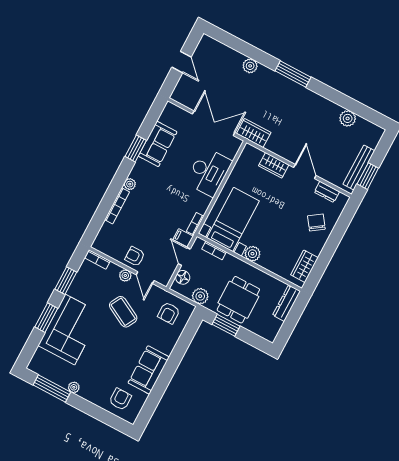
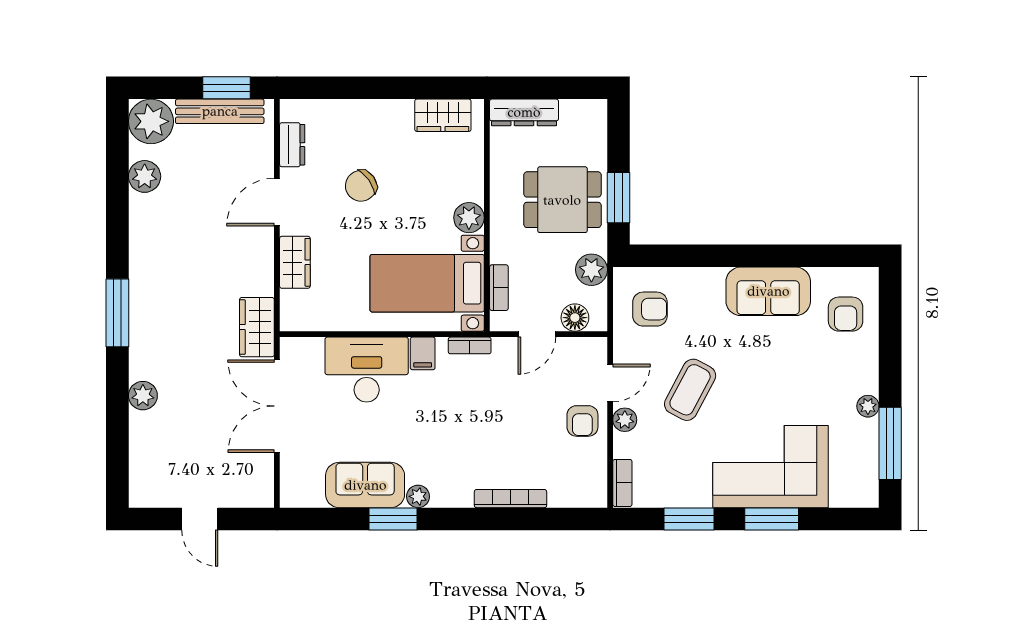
door: (181, 62) -> (200, 519), swing flipped
plant: (371, 134) -> (151, 121), added
plant: (130, 184) -> (418, 496), moved
chair: (316, 222) -> (361, 186), moved
filing cabinet: (183, 238) -> (423, 353), moved
armchair: (120, 399) -> (846, 314), turned -90

